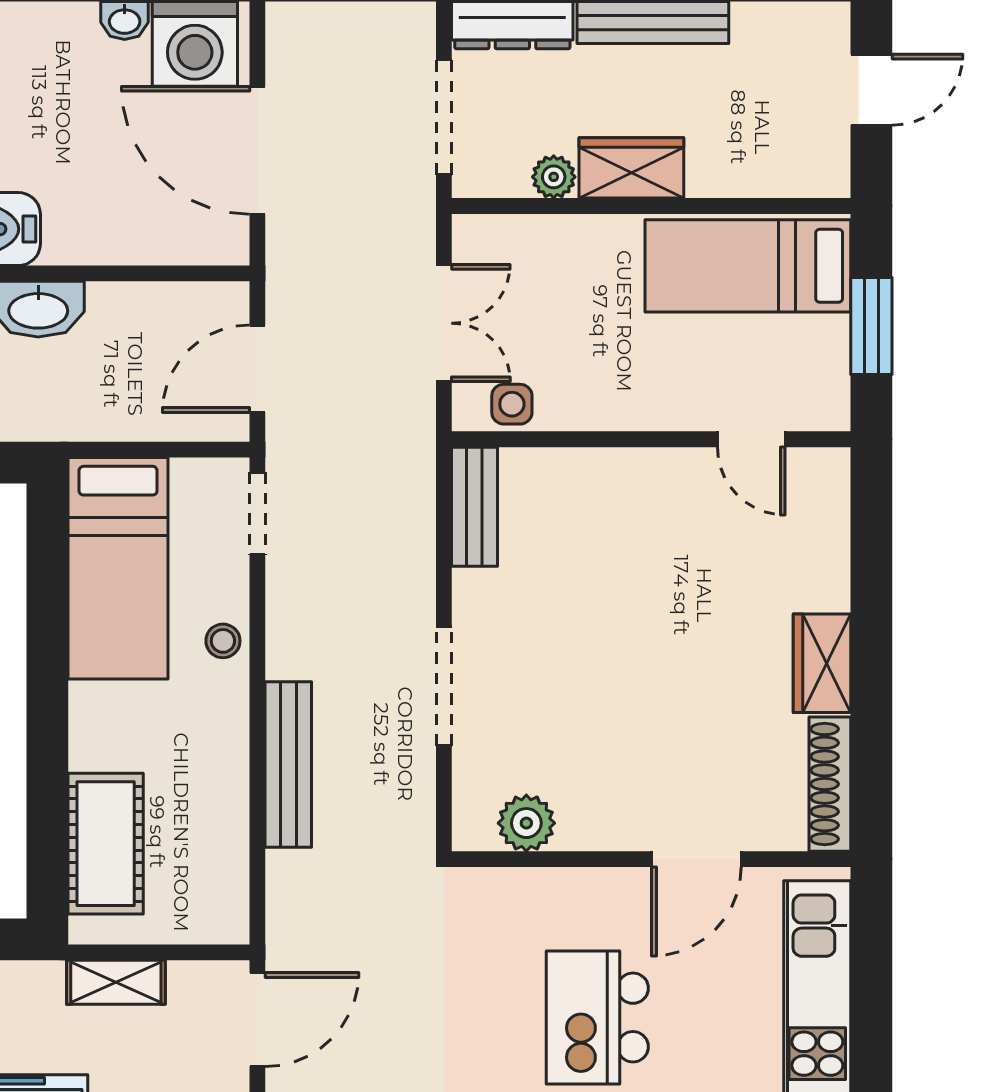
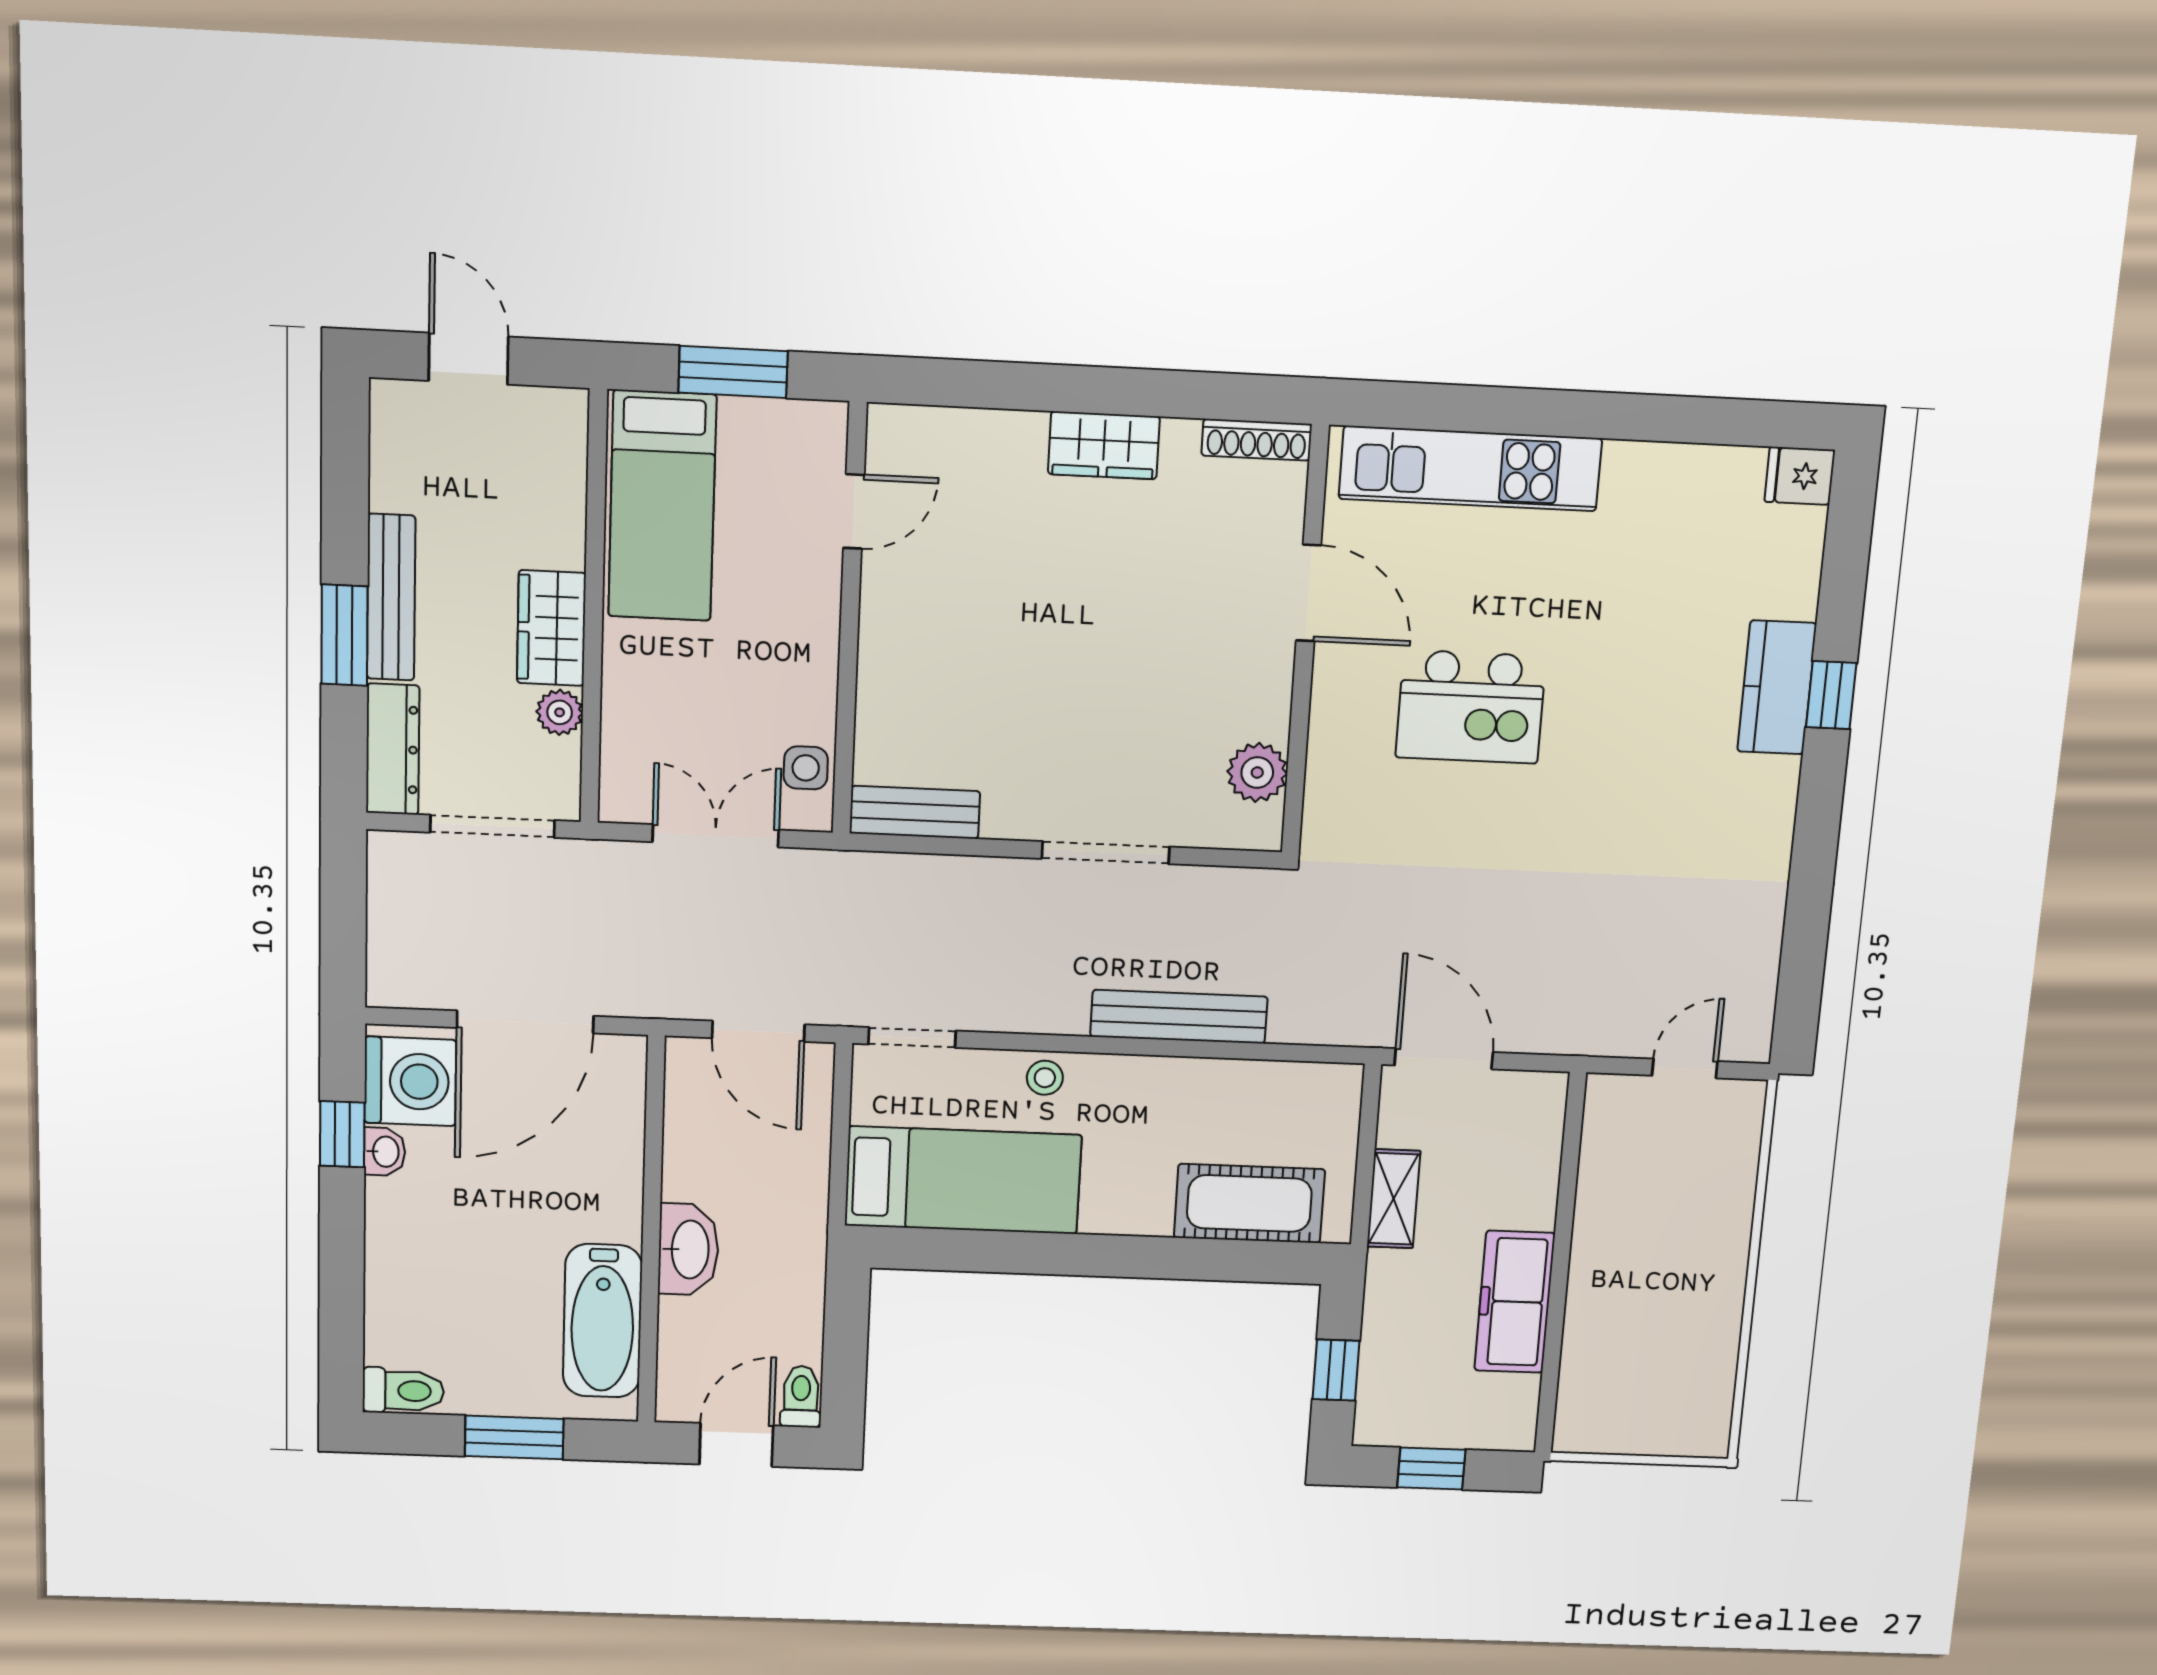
shoe rack: (830, 784) -> (1257, 440), width x0.74, depth x0.81

